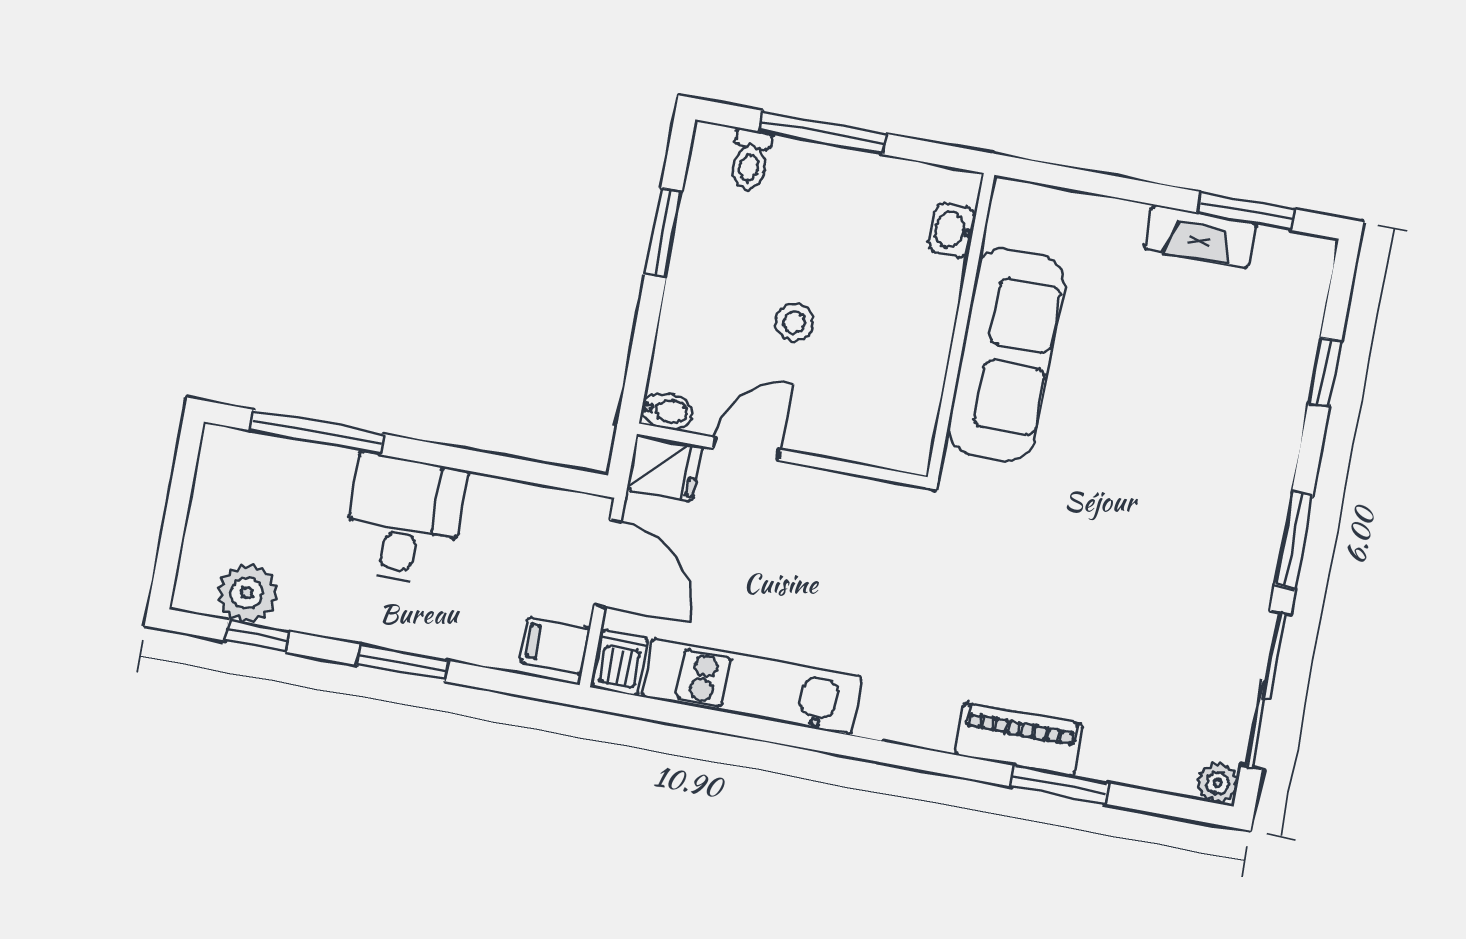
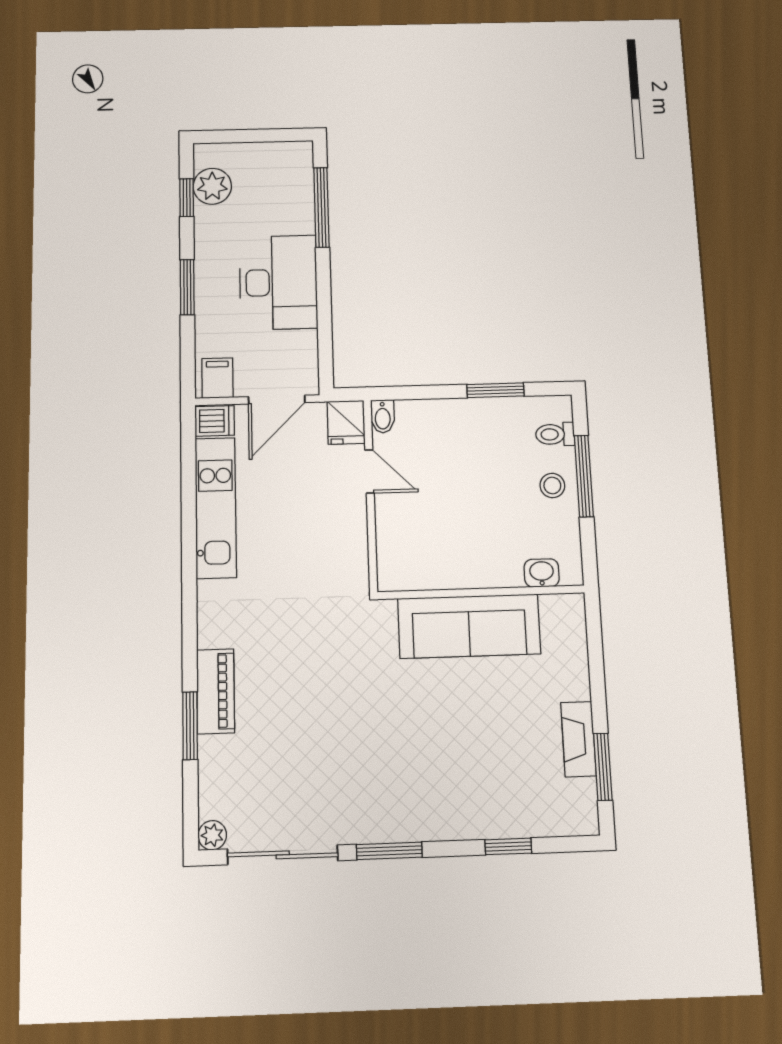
stool: (794, 322) -> (552, 485), moved
desk: (404, 519) -> (278, 282), width x1.37

